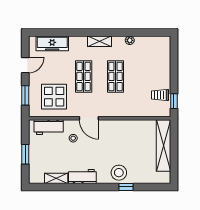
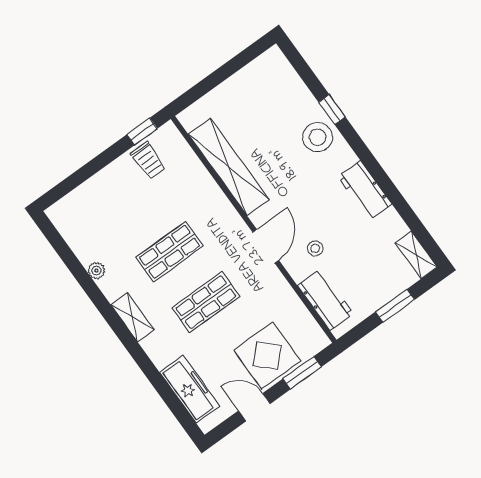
display table: (54, 97) -> (267, 356), moved
shelving: (164, 145) -> (229, 167), moved, turned 90
shelving: (56, 178) -> (416, 255), moved

